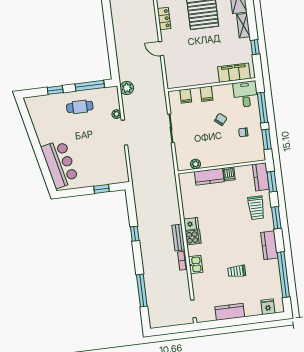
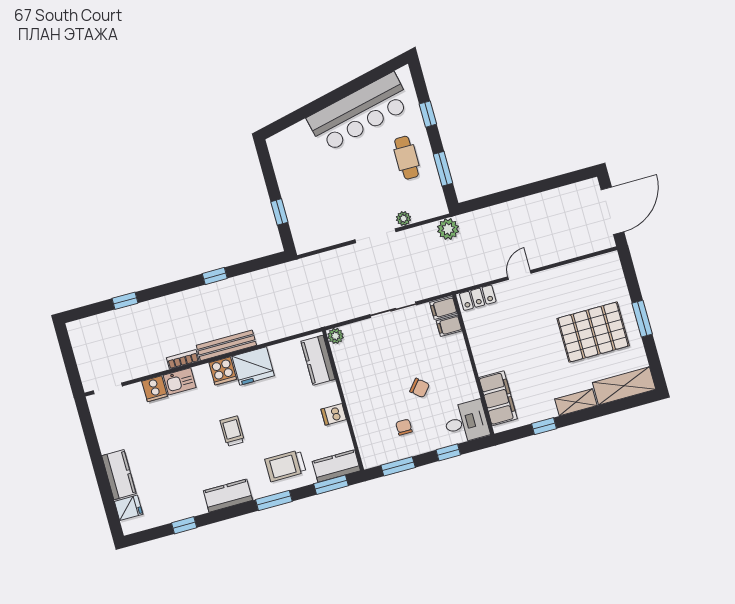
locker: (164, 19) -> (478, 298), moved
window: (90, 86) -> (443, 169), width x0.69
filing cabinet: (206, 94) -> (443, 308), moved
window: (263, 108) -> (448, 452), width x0.46
bar counter: (60, 164) -> (359, 112), moved, width x1.36
plant: (196, 164) -> (336, 336), moved
kitchen counter: (209, 177) -> (318, 360), moved
fridge: (191, 224) -> (253, 366), width x1.88, depth x1.34
bench: (178, 238) -> (226, 345), width x1.36
trolley: (237, 271) -> (232, 431), moved
window: (283, 275) -> (184, 525), width x0.32
cooker: (198, 280) -> (155, 389), added
window: (142, 291) -> (125, 301), width x0.46
kitchen counter: (230, 312) -> (119, 475), moved

